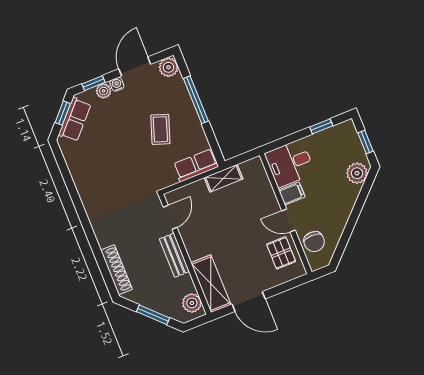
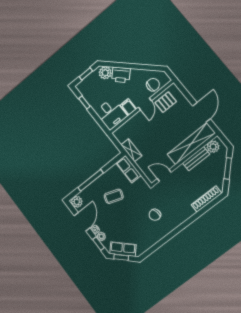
door: (135, 67) -> (82, 222), swing flipped
chair: (114, 185) -> (155, 215), added
printer: (346, 197) -> (121, 75), added
bench: (174, 255) -> (196, 159), moved
shelving: (211, 284) -> (191, 144), width x1.47

